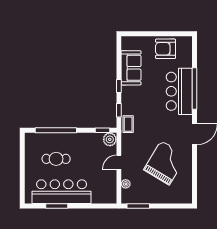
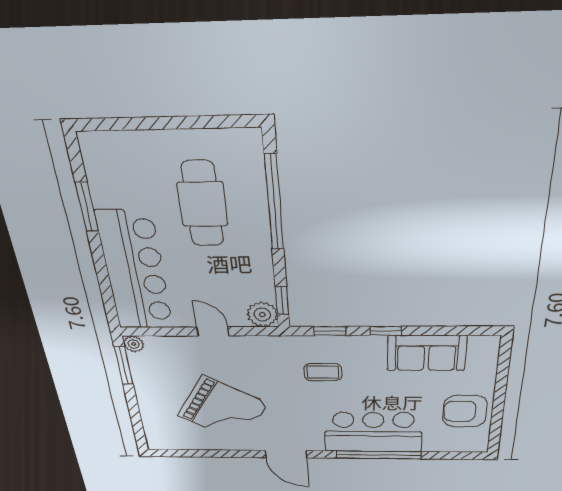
armchair: (166, 49) -> (465, 411), turned -90
coffee table: (128, 124) -> (323, 372), moved
cafe table: (56, 159) -> (203, 204), width x1.37, depth x1.35
plant: (126, 184) -> (134, 344), moved
bar counter: (62, 192) -> (135, 271), moved

